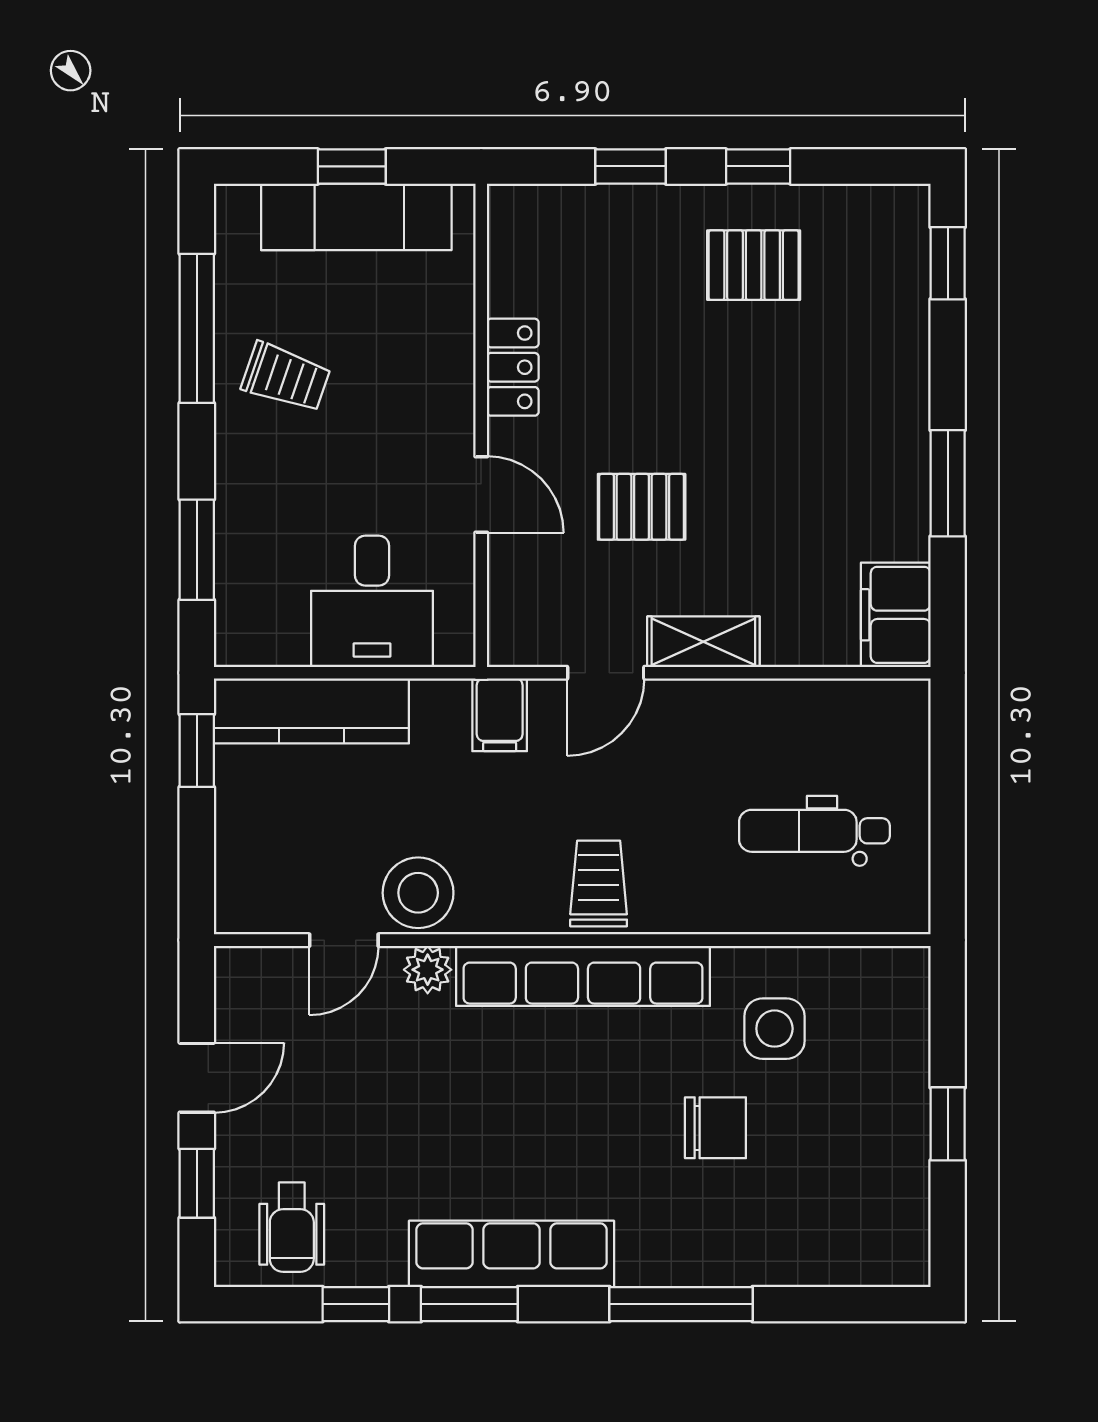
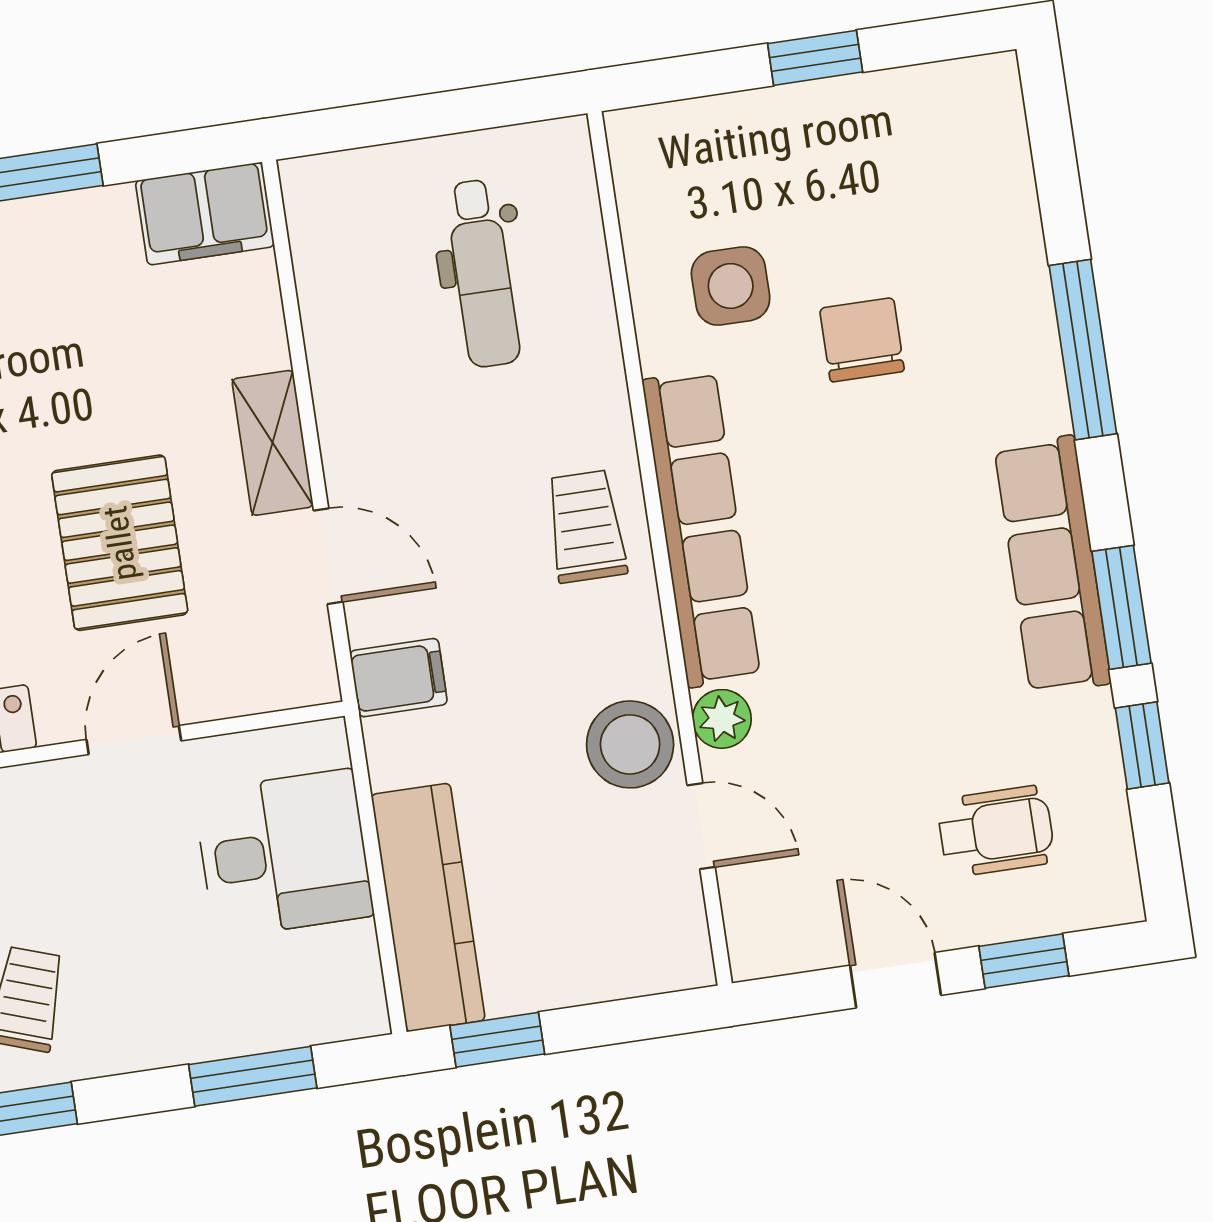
pallet: (642, 507) -> (120, 543), width x1.50, depth x1.42
trolley: (599, 884) -> (586, 526), turned 90
wheelchair: (292, 1227) -> (996, 831), moved

